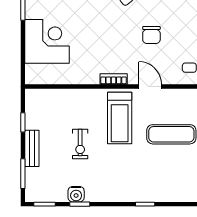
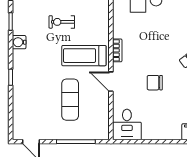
door: (150, 86) -> (111, 82), swing flipped
water cooler: (76, 194) -> (19, 42), moved

